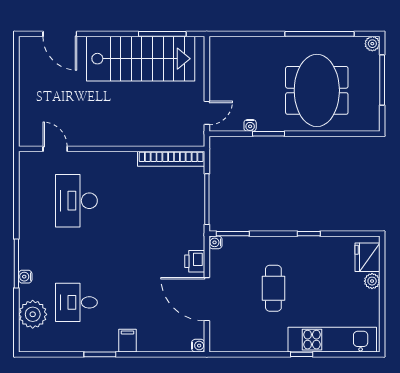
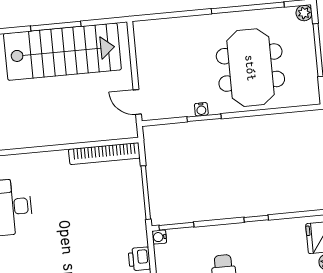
window: (162, 34) -> (56, 26), moved
door: (207, 113) -> (137, 102), swing flipped
water cooler: (250, 125) -> (201, 109), moved

